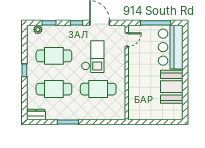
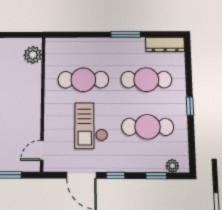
plant: (134, 107) -> (33, 55), added
dresser: (36, 115) -> (165, 44), width x1.44

